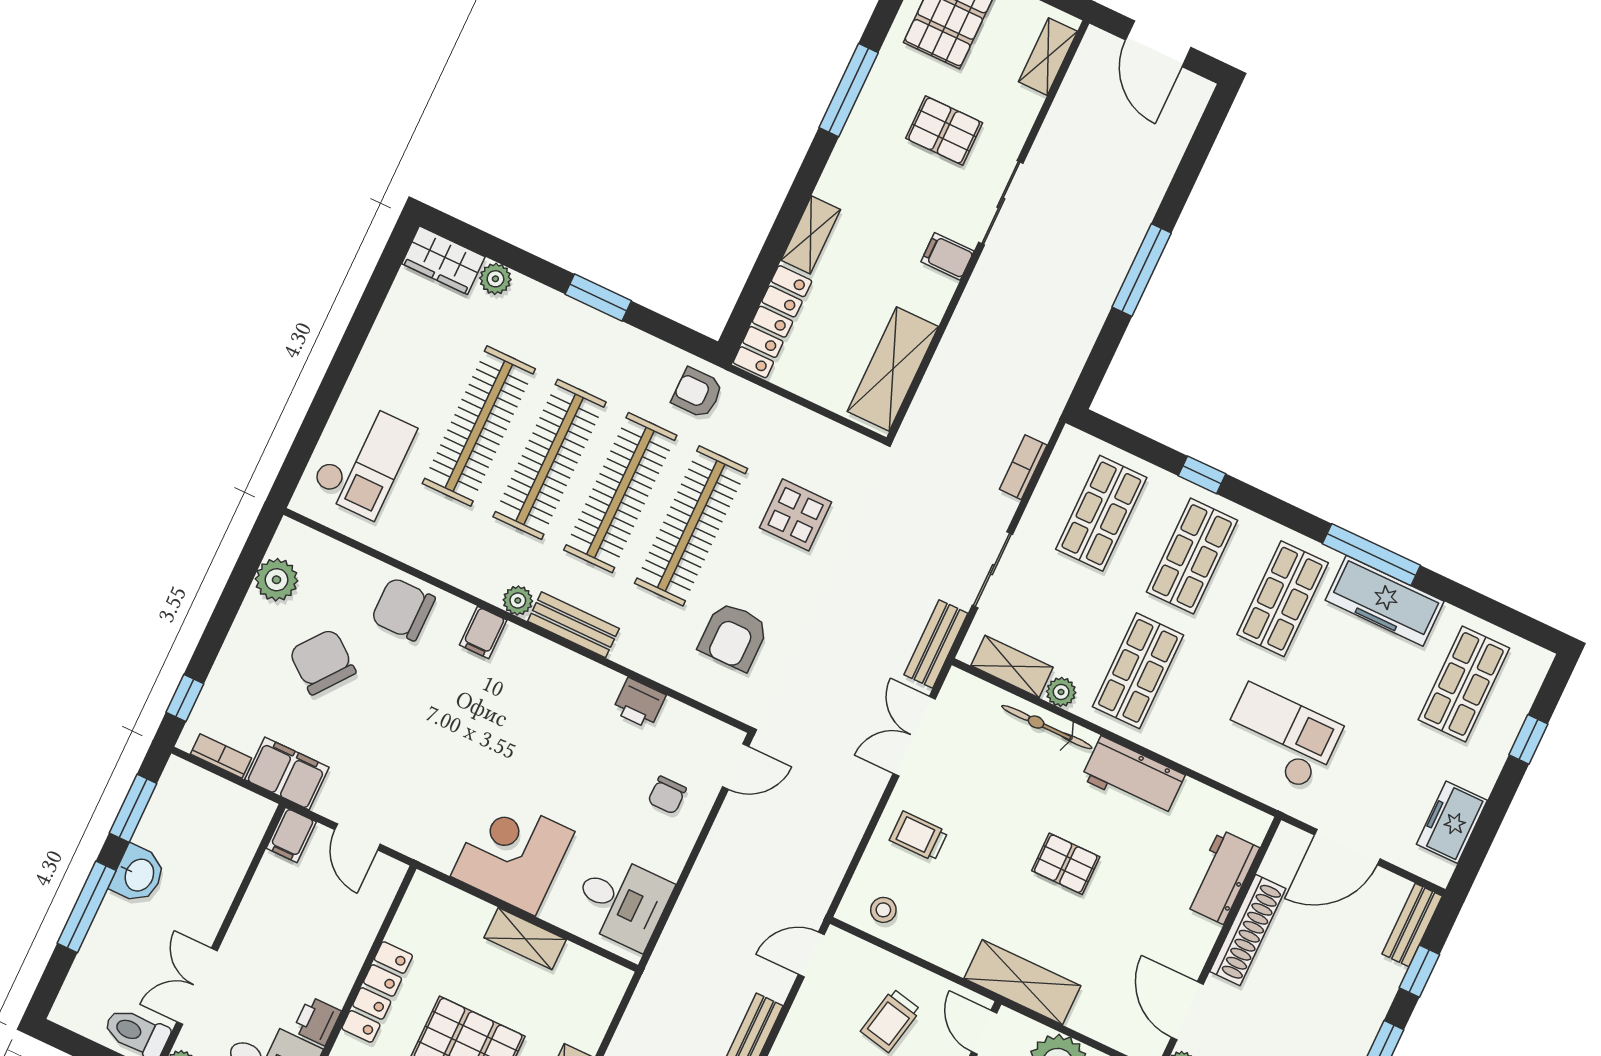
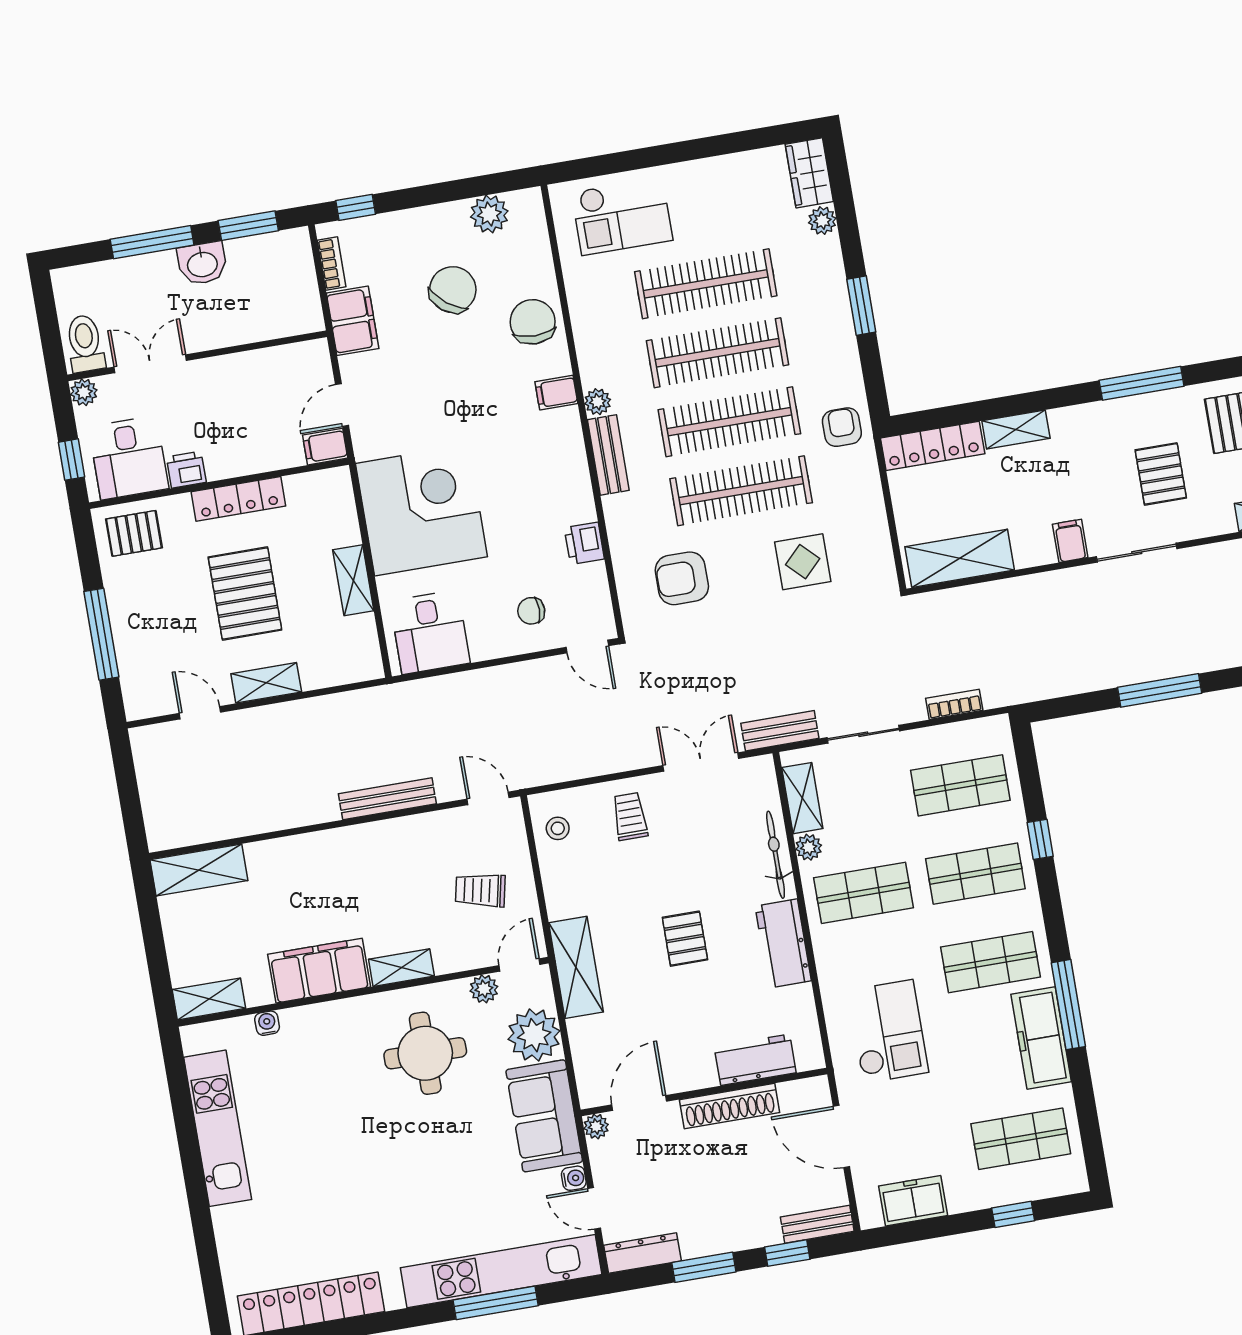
filing cabinet: (291, 835) -> (325, 447), moved
corner desk: (513, 854) -> (421, 510), width x1.36, depth x1.36

